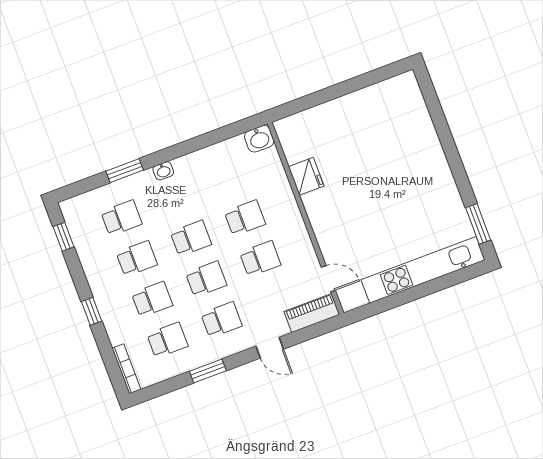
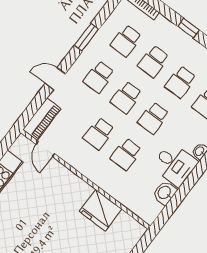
washbasin: (259, 139) -> (165, 193), moved
desk: (199, 174) -> (175, 164), added
fridge: (306, 176) -> (101, 210), width x1.36, depth x1.34
door: (328, 279) -> (45, 149), hinge flipped

